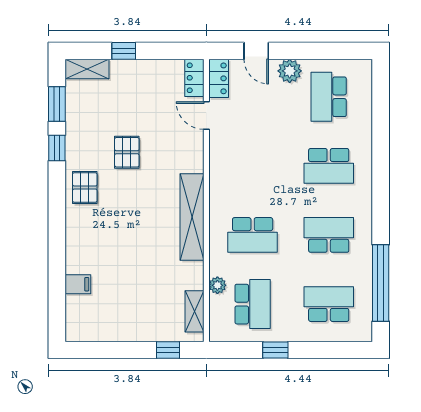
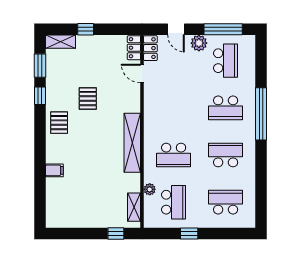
window: (325, 51) -> (223, 29), added
school desk: (329, 97) -> (226, 61), turned 180
window: (381, 283) -> (261, 114), moved
filing cabinet: (78, 284) -> (54, 170), moved

